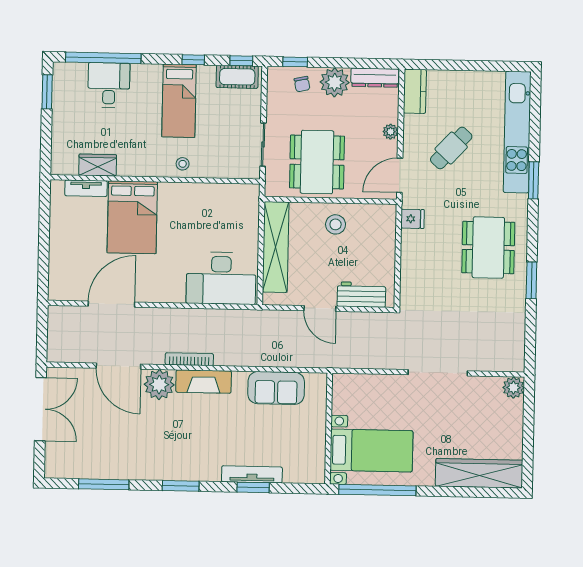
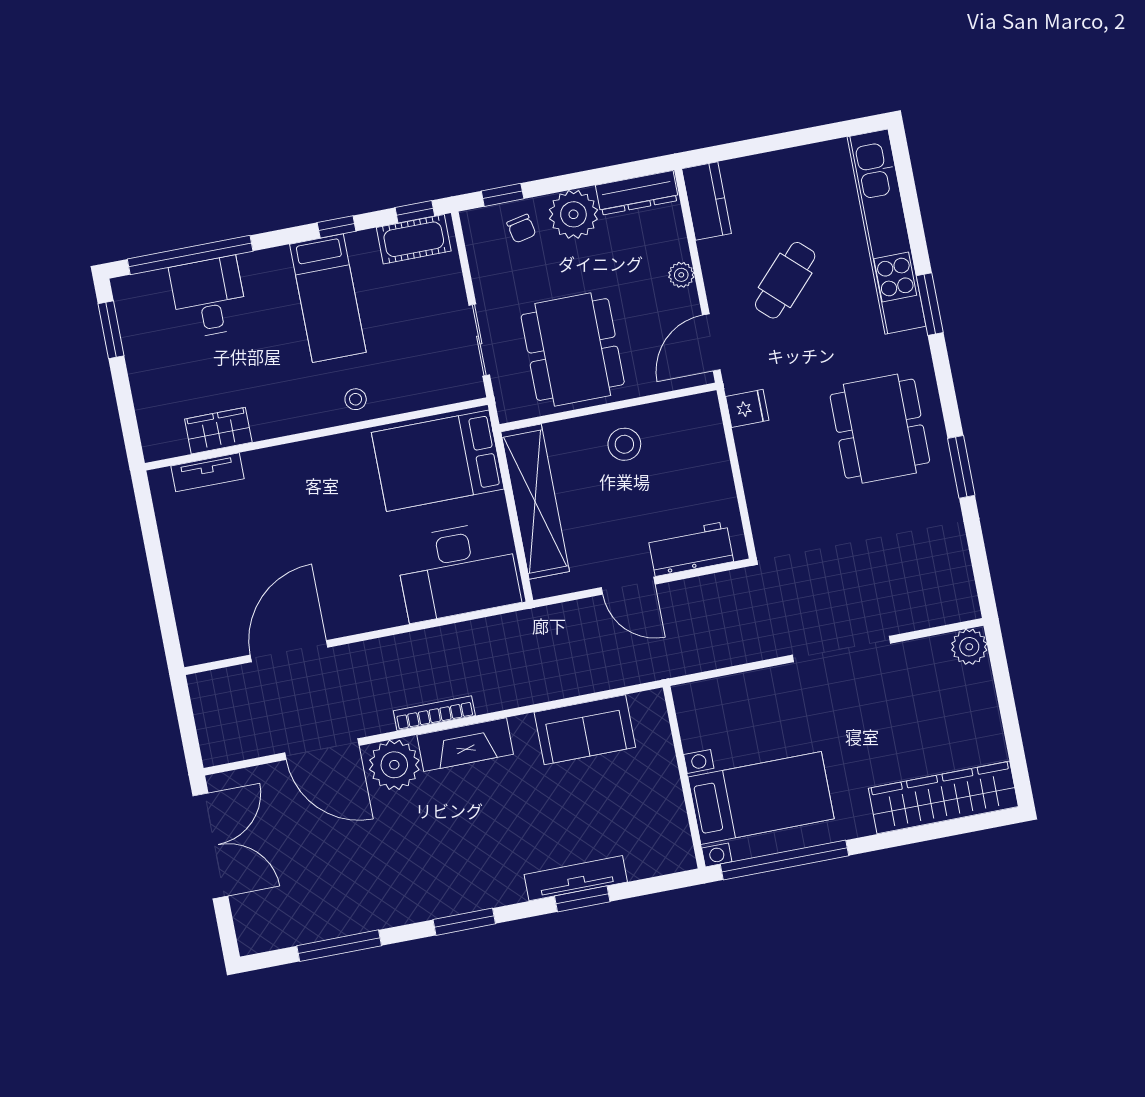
bed: (132, 217) -> (438, 461), moved, turned 90

